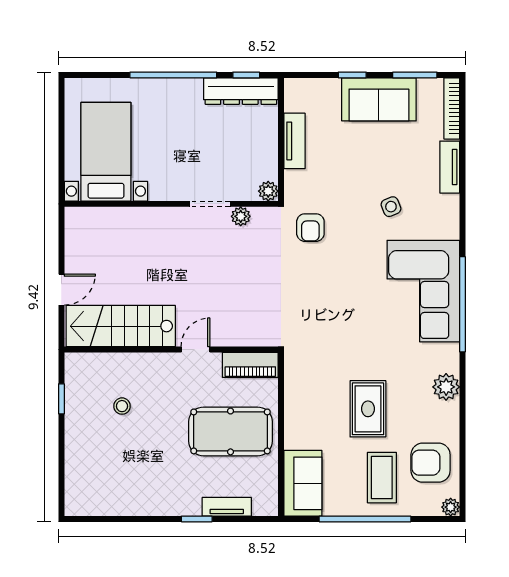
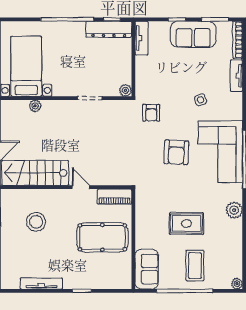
tv unit: (294, 141) -> (142, 38), moved
plant: (241, 216) -> (35, 106), moved
door: (195, 350) -> (81, 187), hinge flipped
stool: (122, 406) -> (36, 222), width x1.89, depth x1.89
rug: (368, 409) -> (186, 224), turned 90
armchair: (431, 463) -> (176, 152), moved, turned -87
tv unit: (227, 507) -> (41, 283), moved, width x1.41

